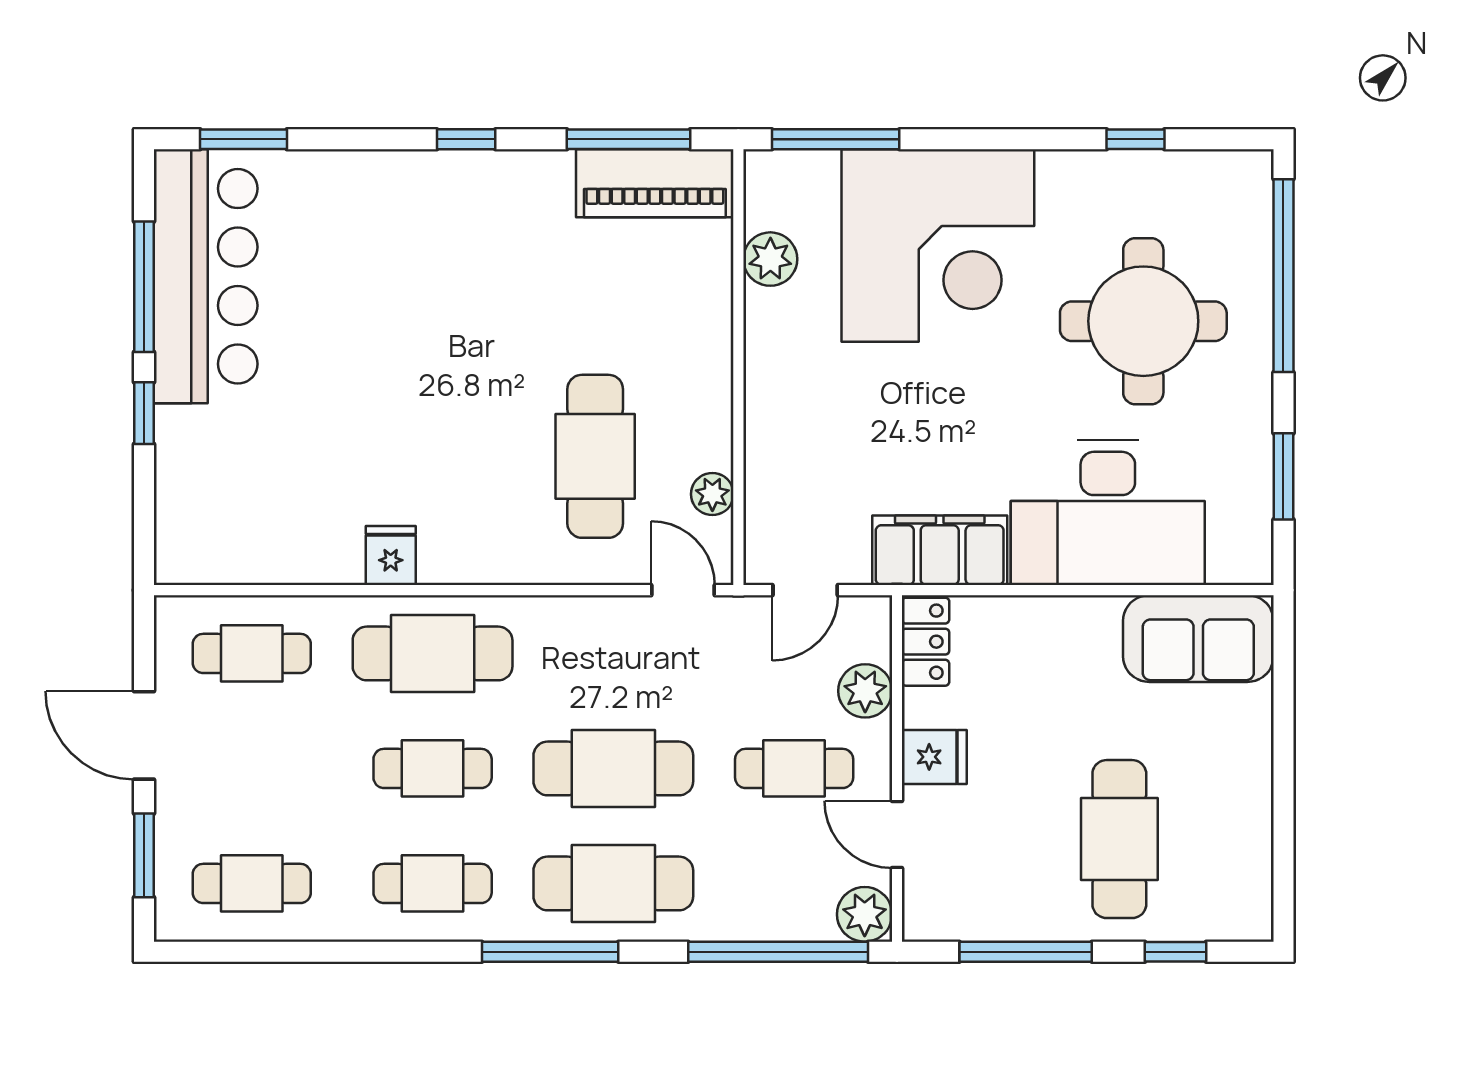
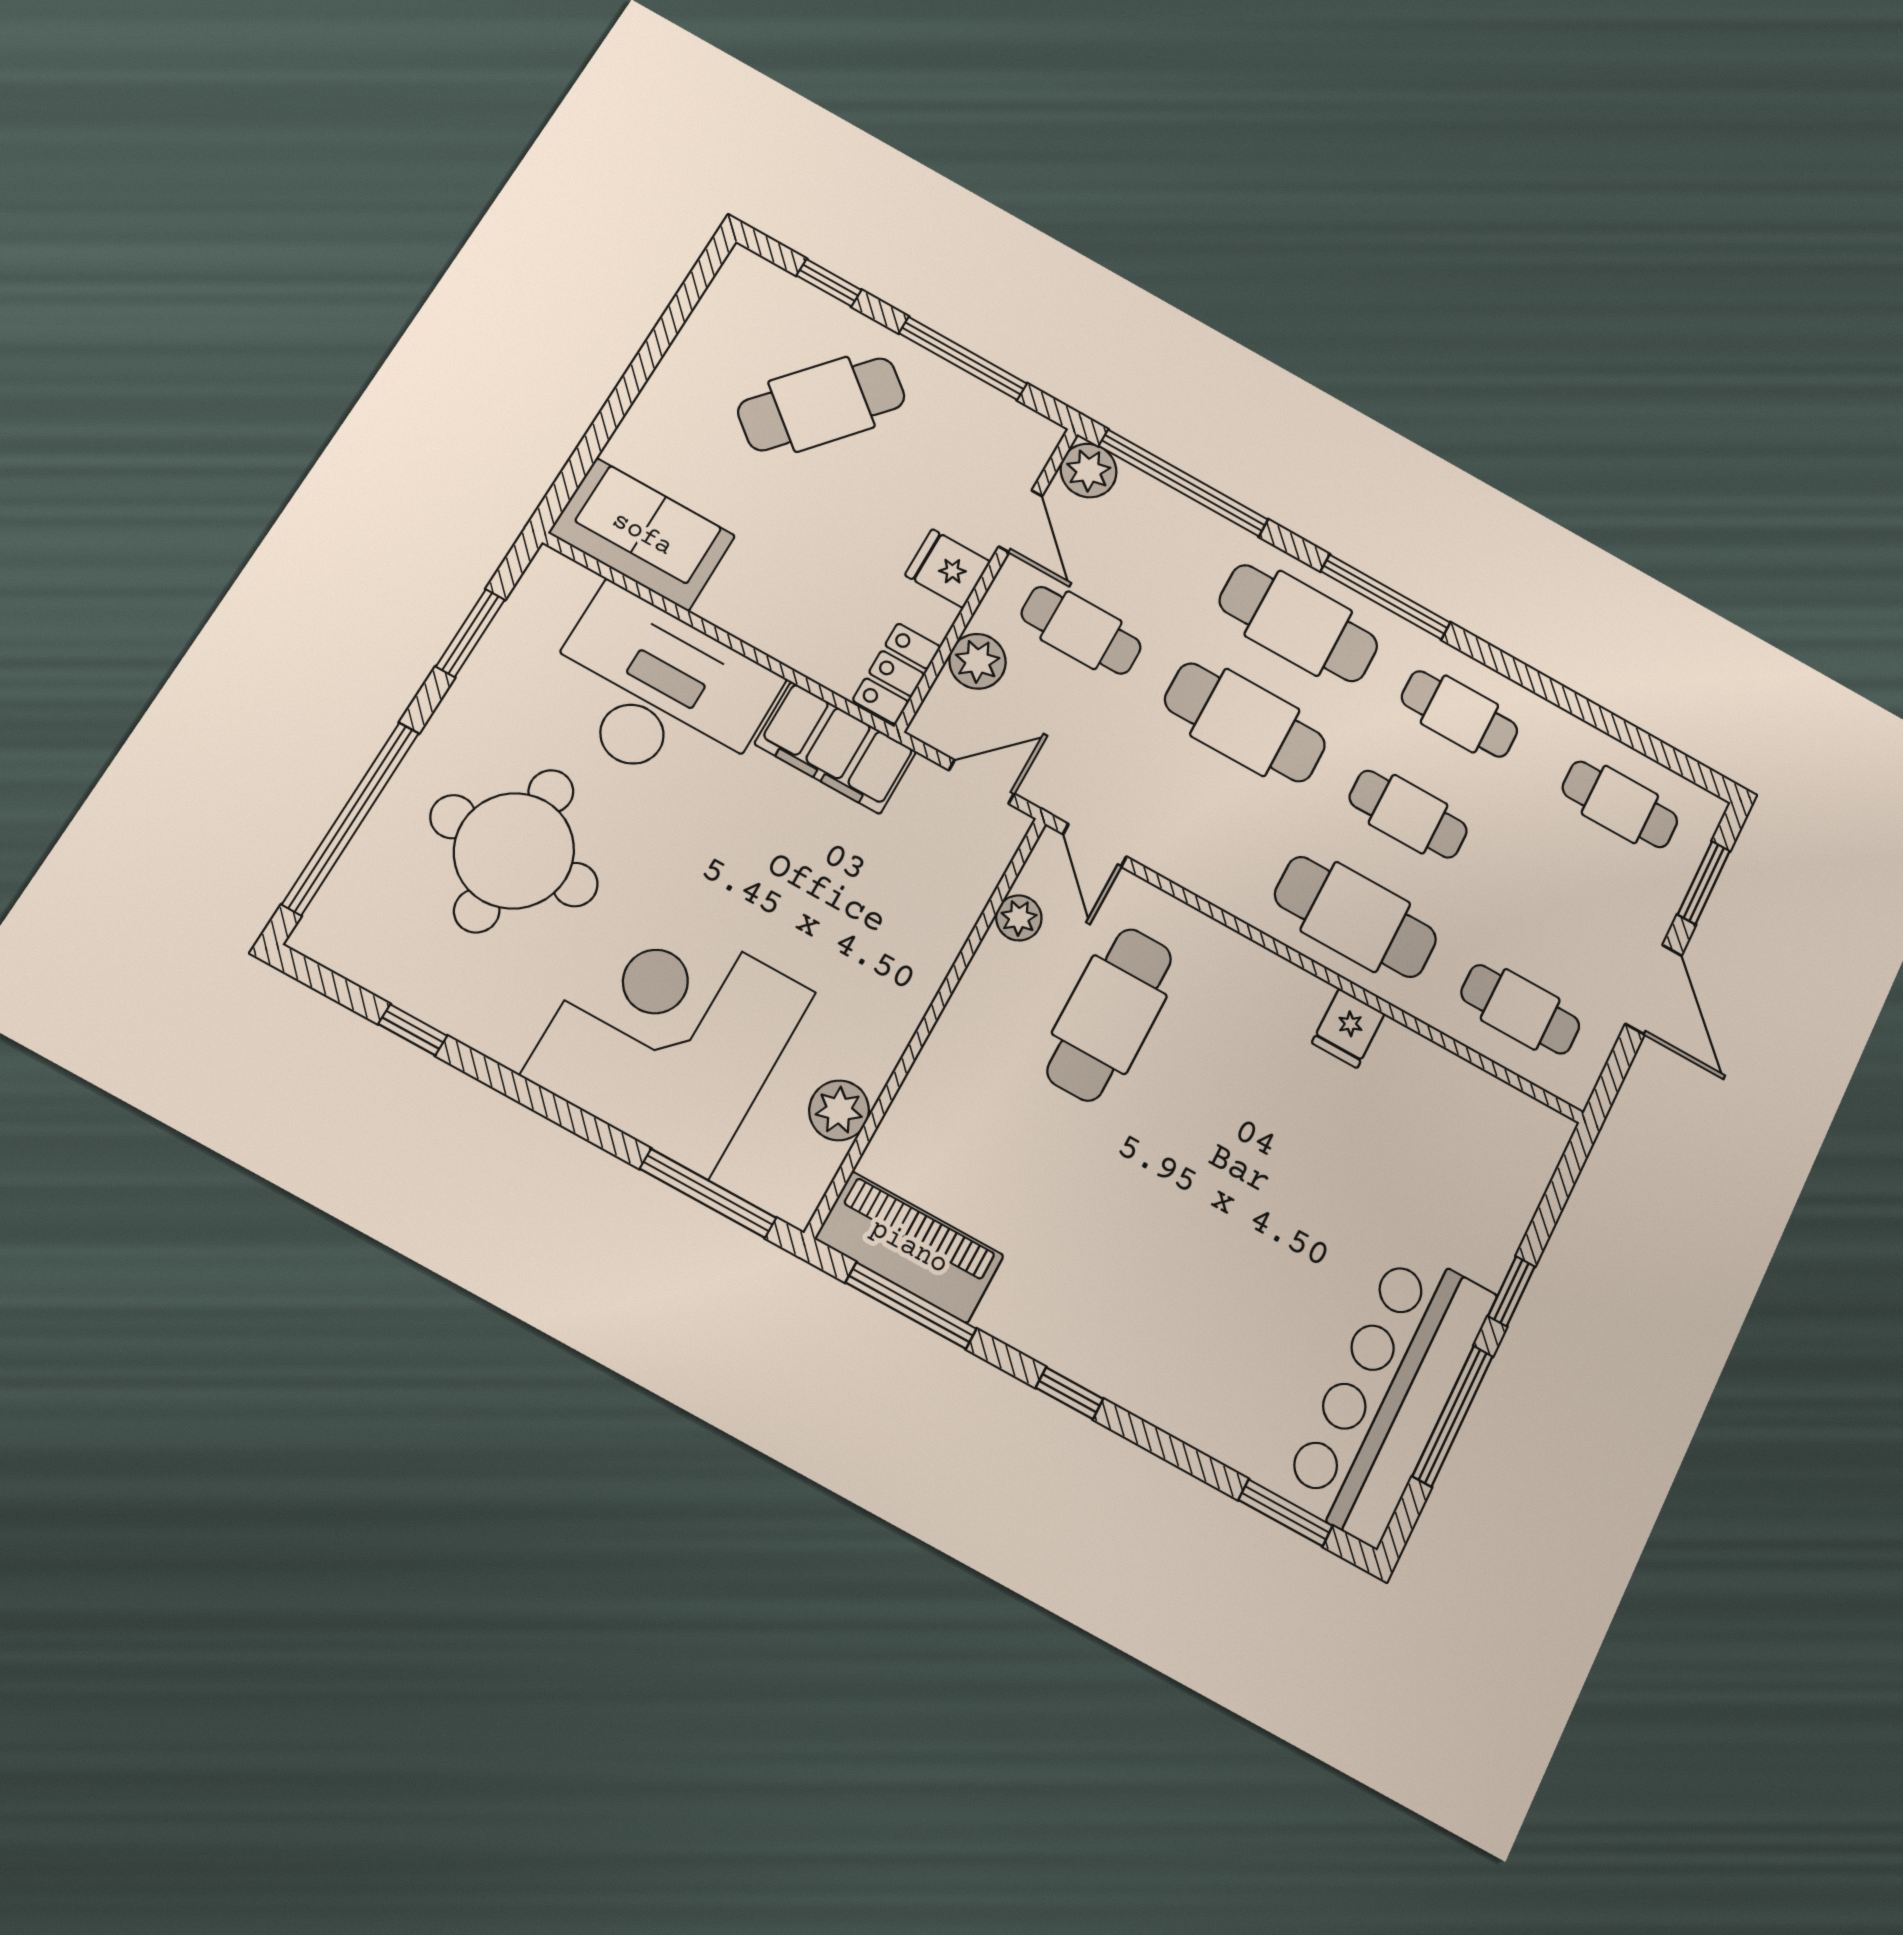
cafe table: (1119, 839) -> (822, 404), turned 40

